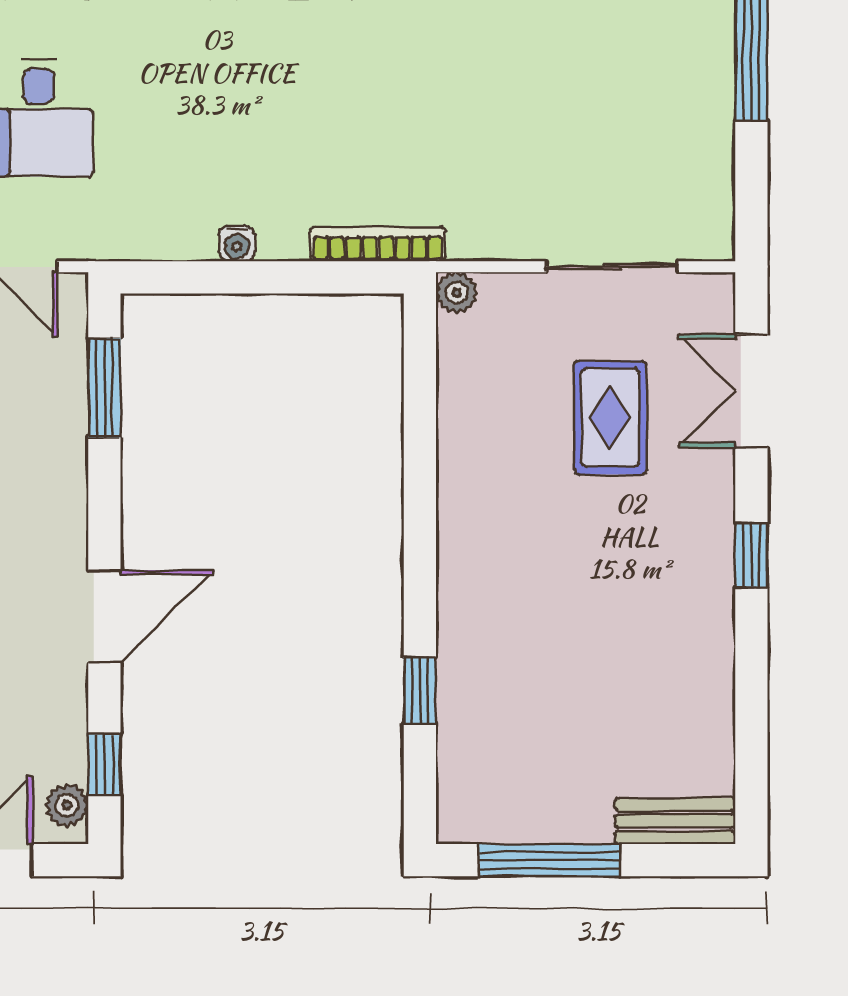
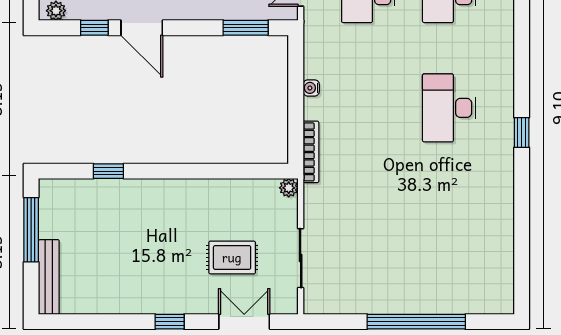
window: (104, 764) -> (94, 28), moved
bench: (675, 821) -> (49, 277), width x1.36

